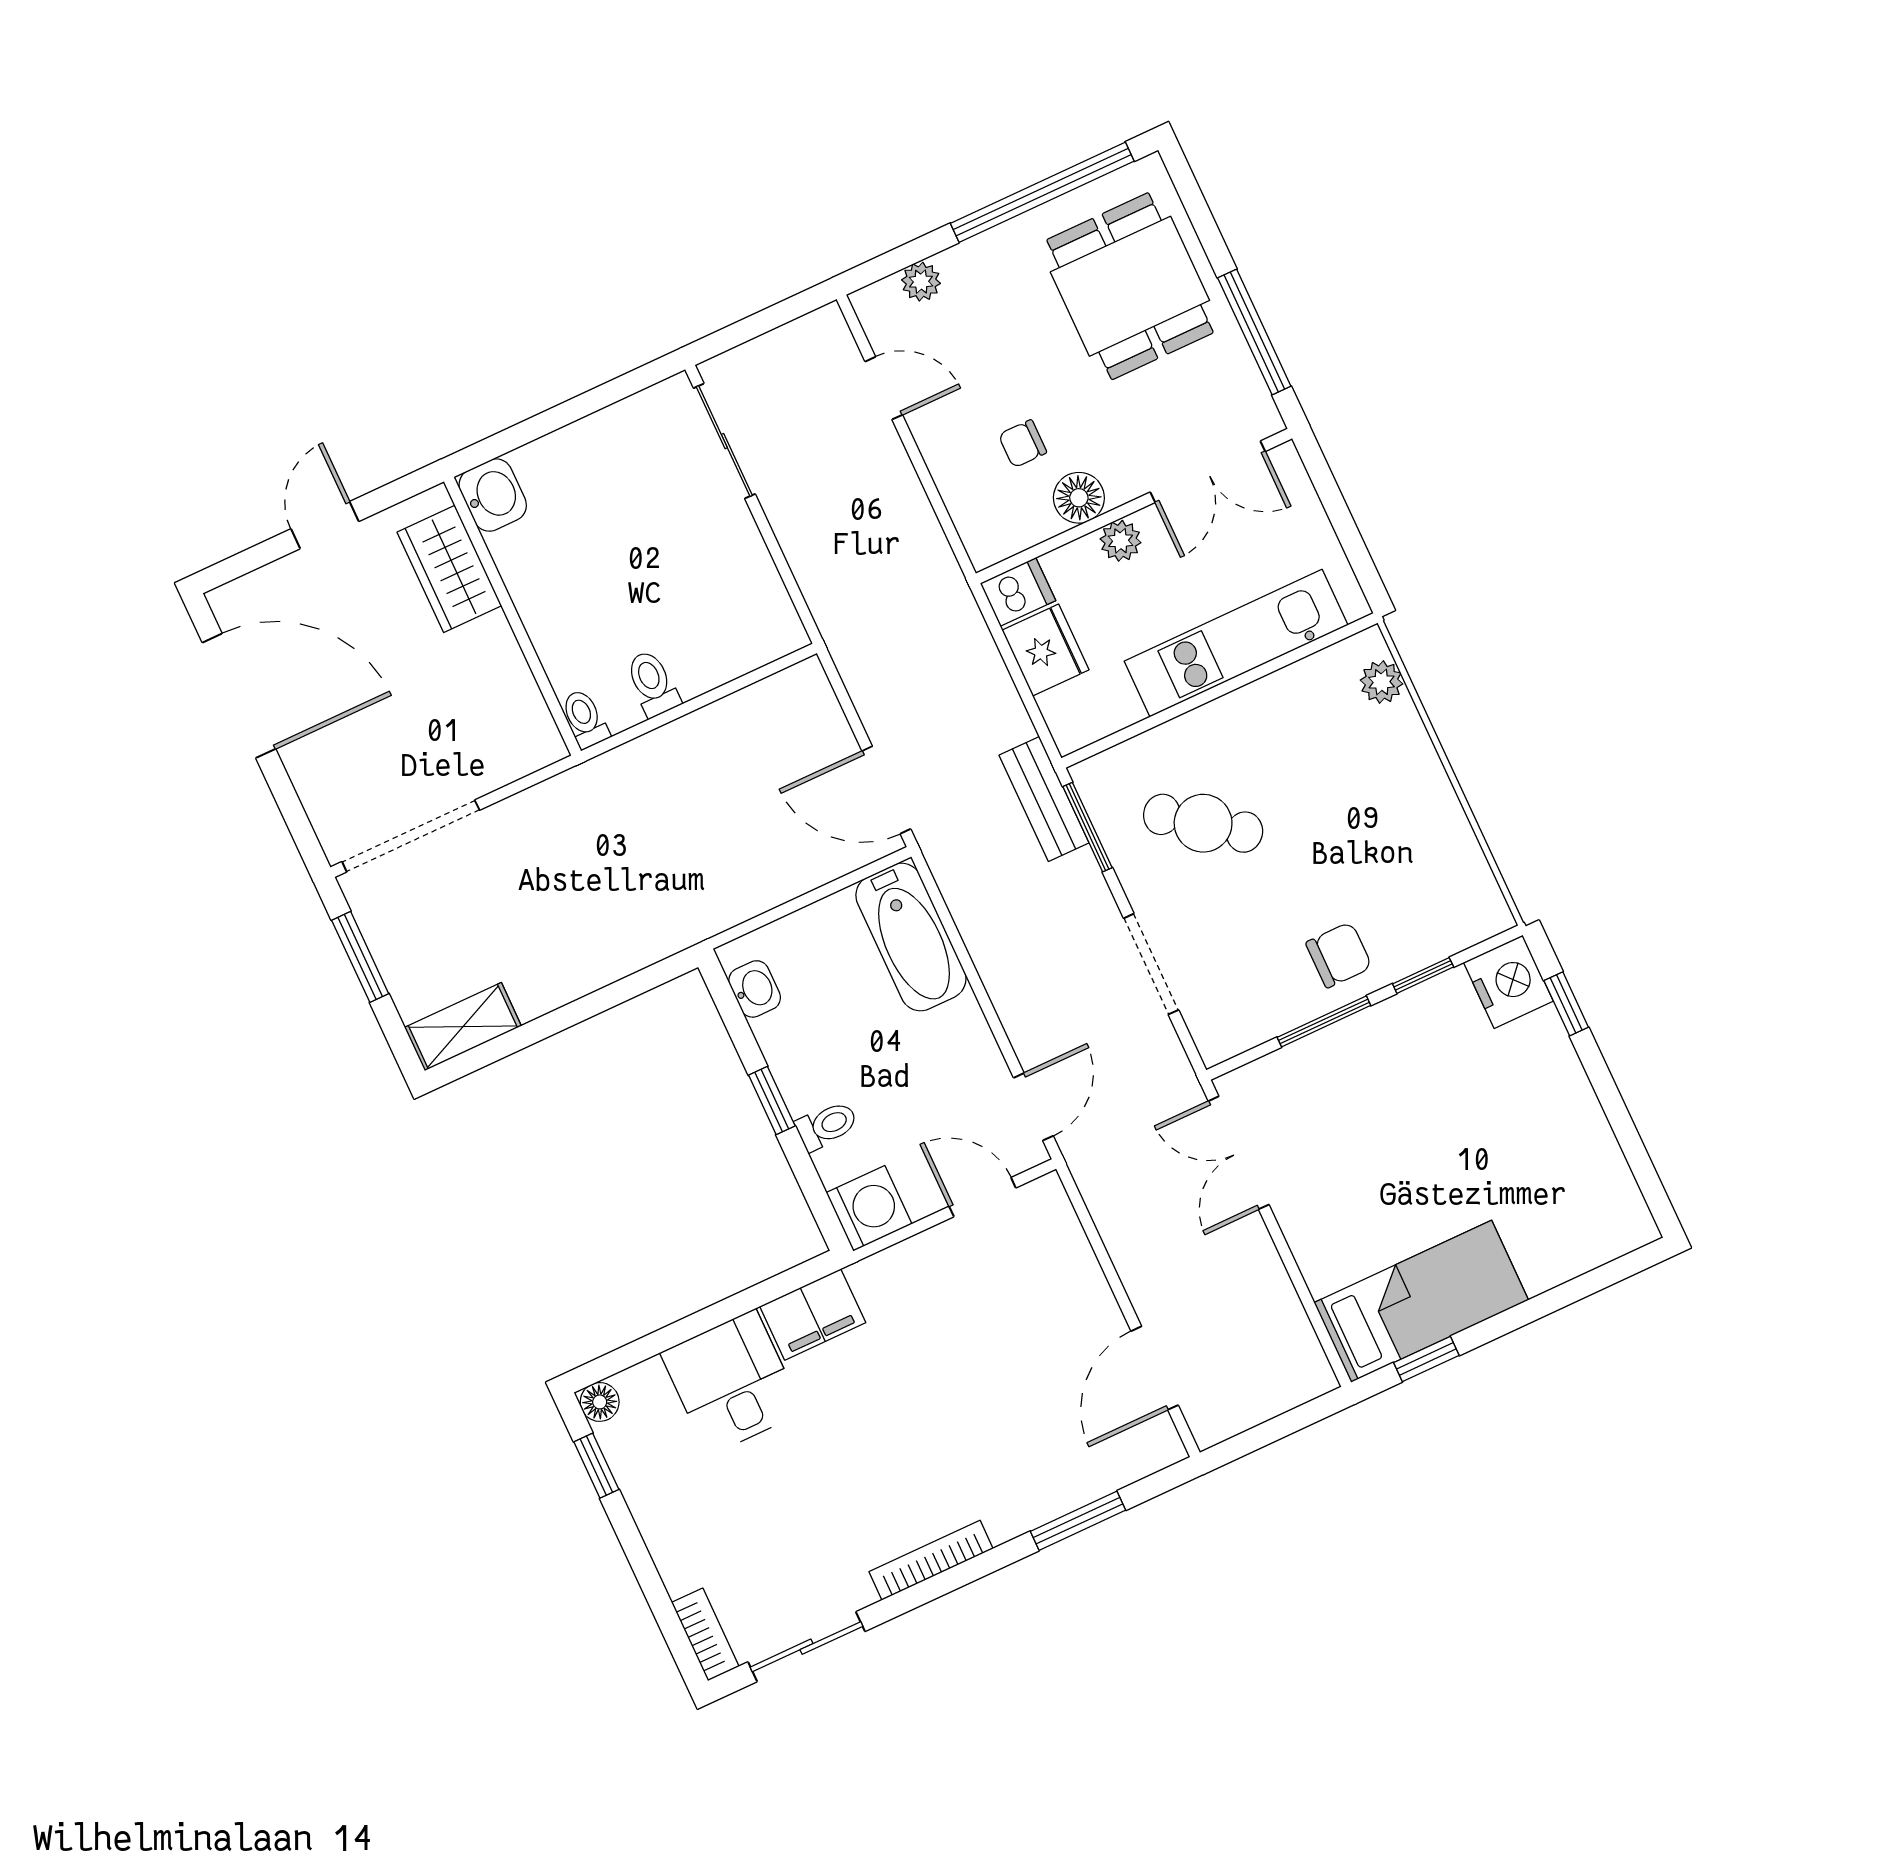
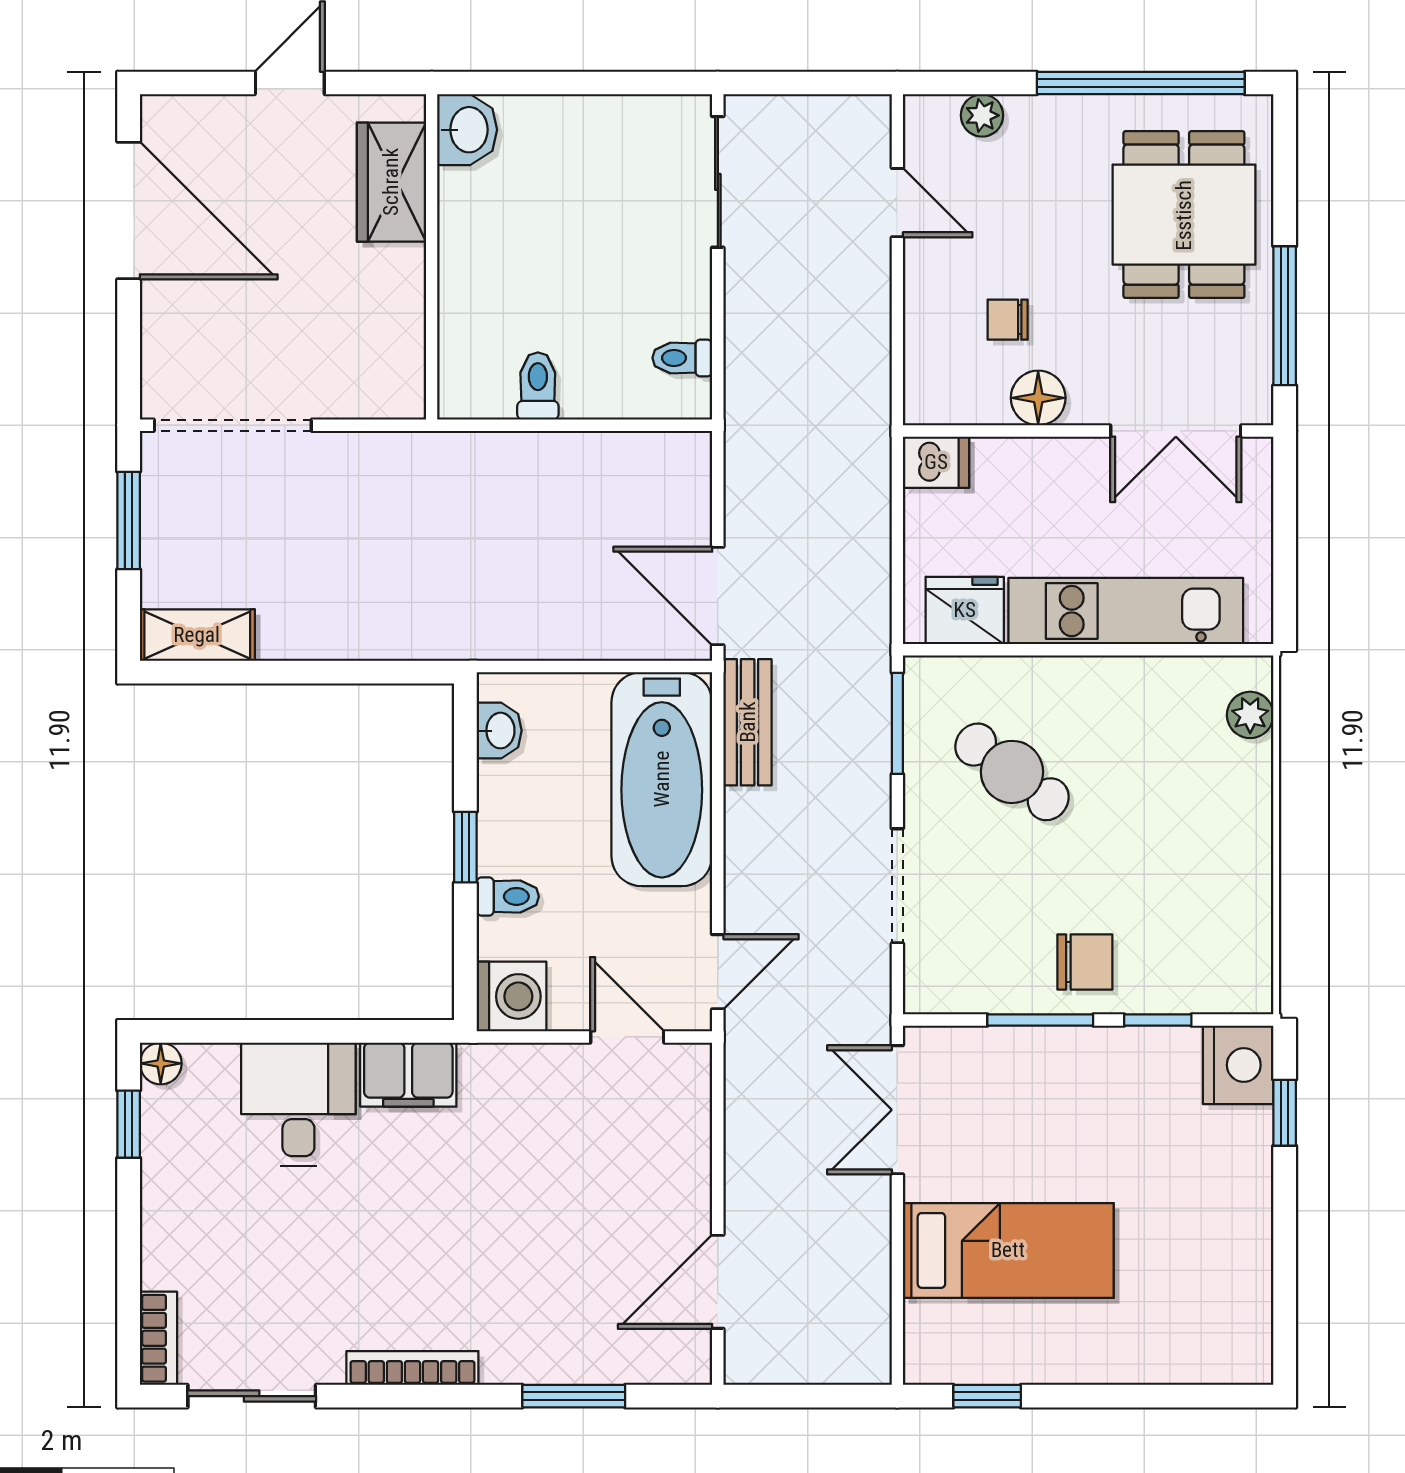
plant: (1121, 541) -> (1059, 459), removed
fridge: (1046, 650) -> (965, 610), moved, turned -90
toilet: (585, 719) -> (682, 358), moved, turned -90
bench: (1044, 799) -> (748, 722), moved
bathtub: (911, 937) -> (662, 779), width x1.36, depth x1.36
bed: (1421, 1301) -> (1008, 1250), moved

